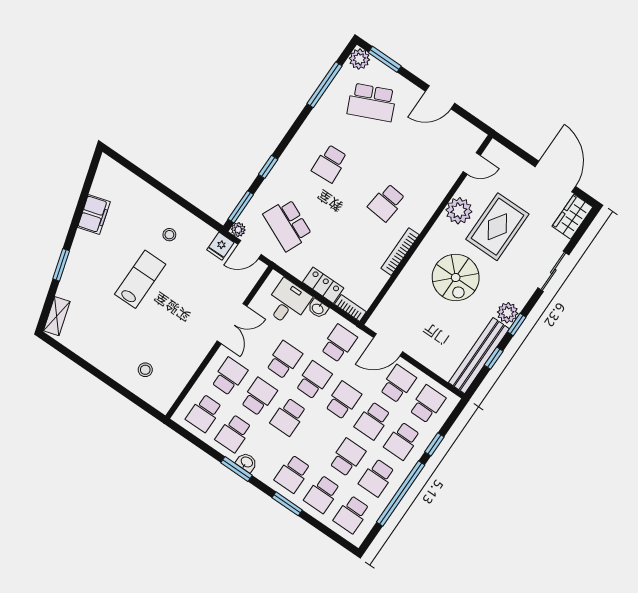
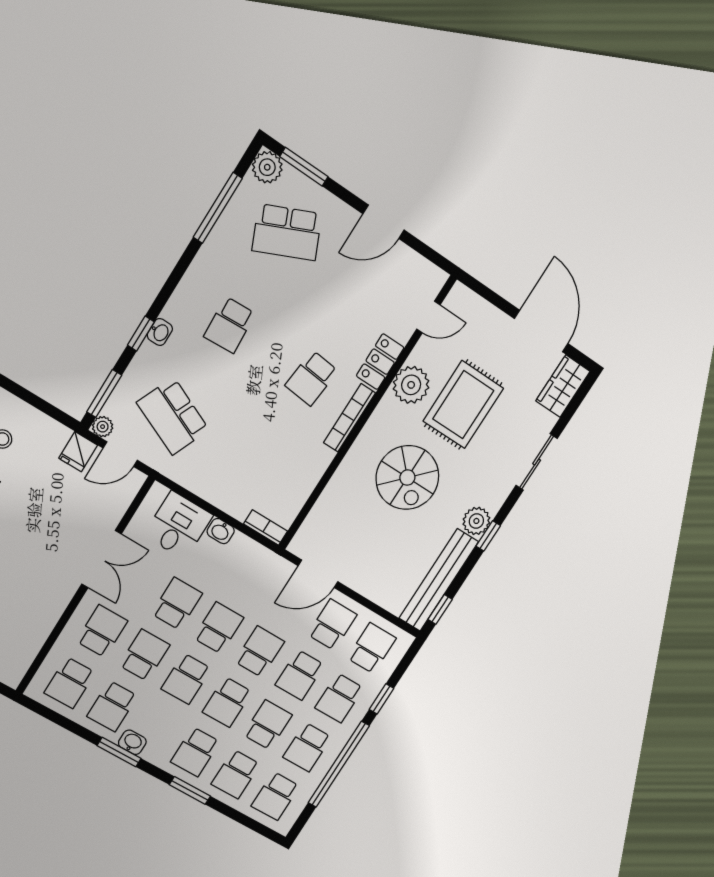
washbasin: (281, 166) -> (160, 332), added
bookcase: (400, 252) -> (349, 418), moved
locker: (323, 285) -> (380, 362), moved, turned -90
school desk: (339, 343) -> (227, 702), moved, turned 180
window: (494, 358) -> (440, 609), moved

